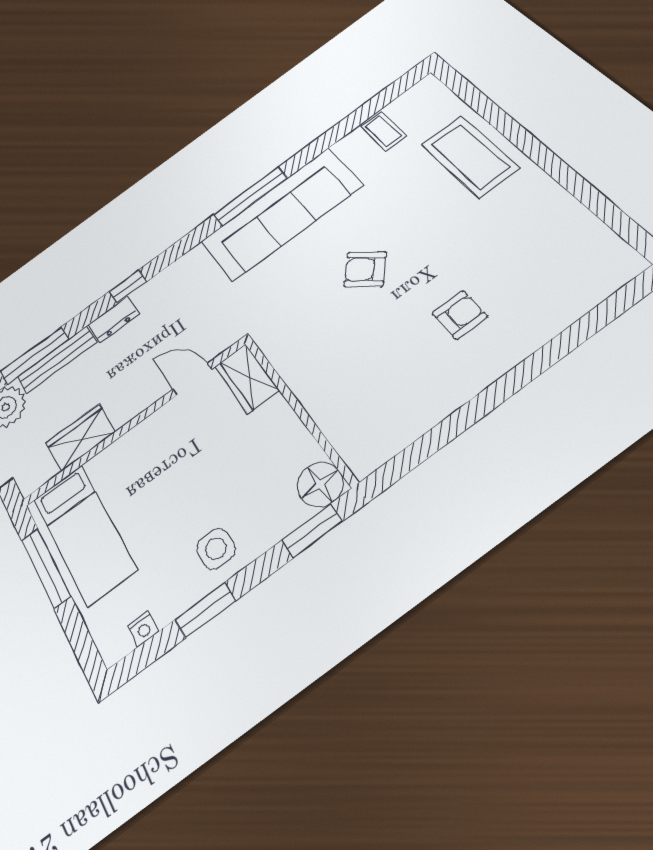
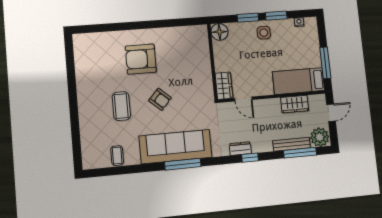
coffee table: (470, 156) -> (121, 106), moved, width x0.73, depth x0.76
armchair: (460, 315) -> (141, 59), width x1.88, depth x1.88
dresser: (114, 319) -> (240, 149), moved
window: (312, 531) -> (248, 18), moved
bed: (84, 534) -> (299, 81), moved, turned -90

